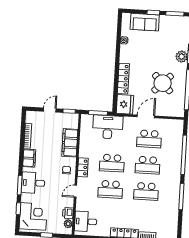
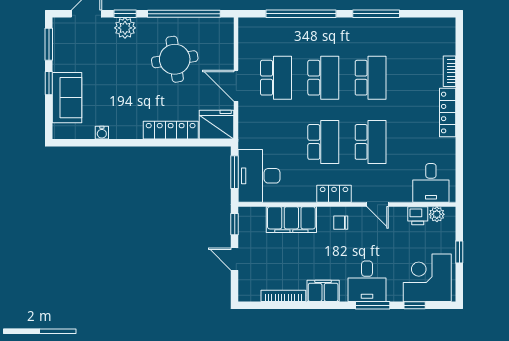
round table: (163, 83) -> (175, 59), turned 36
desk: (108, 127) -> (259, 176), moved

